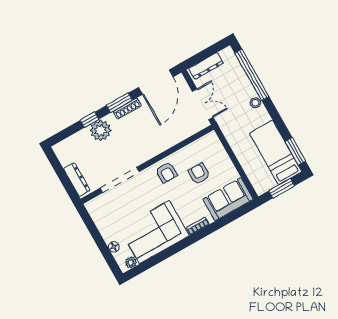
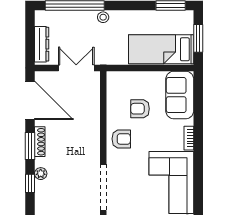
plant: (100, 130) -> (41, 174), width x0.53, depth x0.53
bed: (276, 152) -> (161, 49), moved

